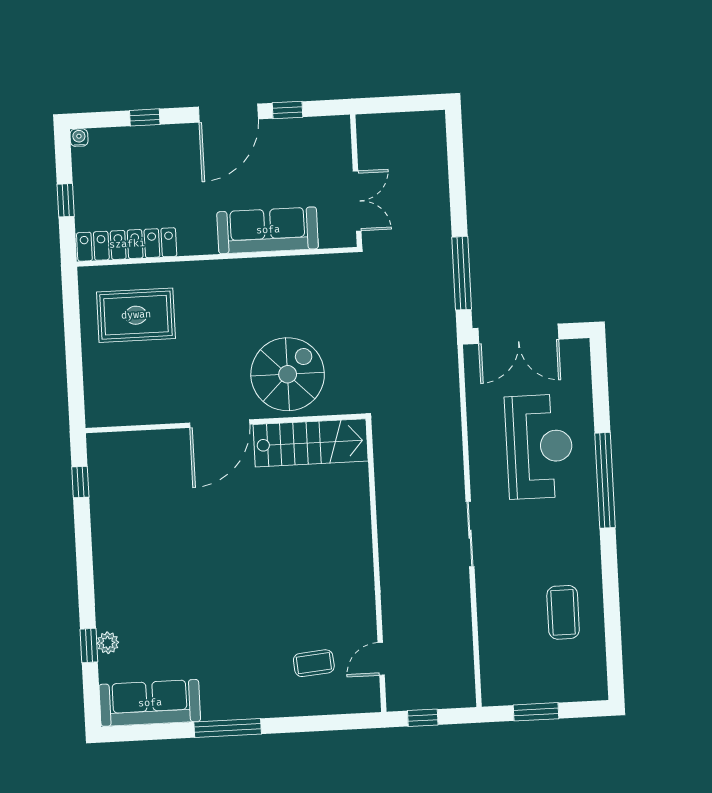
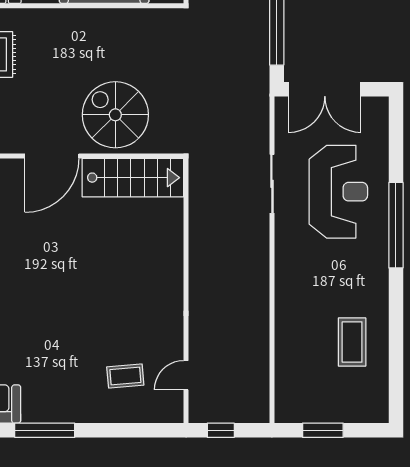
spiral stairs: (288, 374) -> (115, 115), turned -90
sliding door: (470, 534) -> (272, 184), moved

